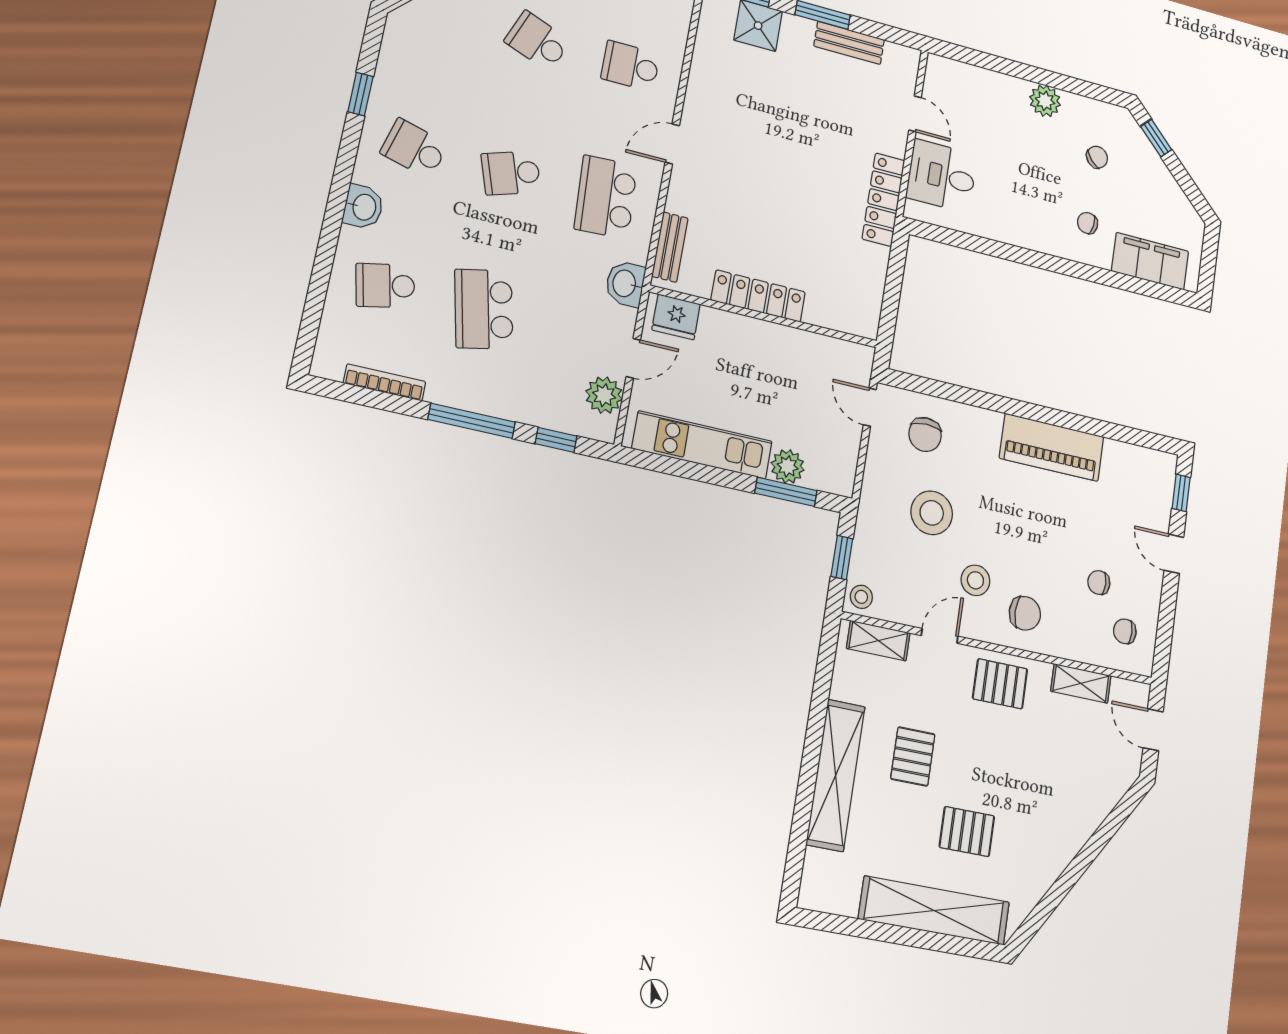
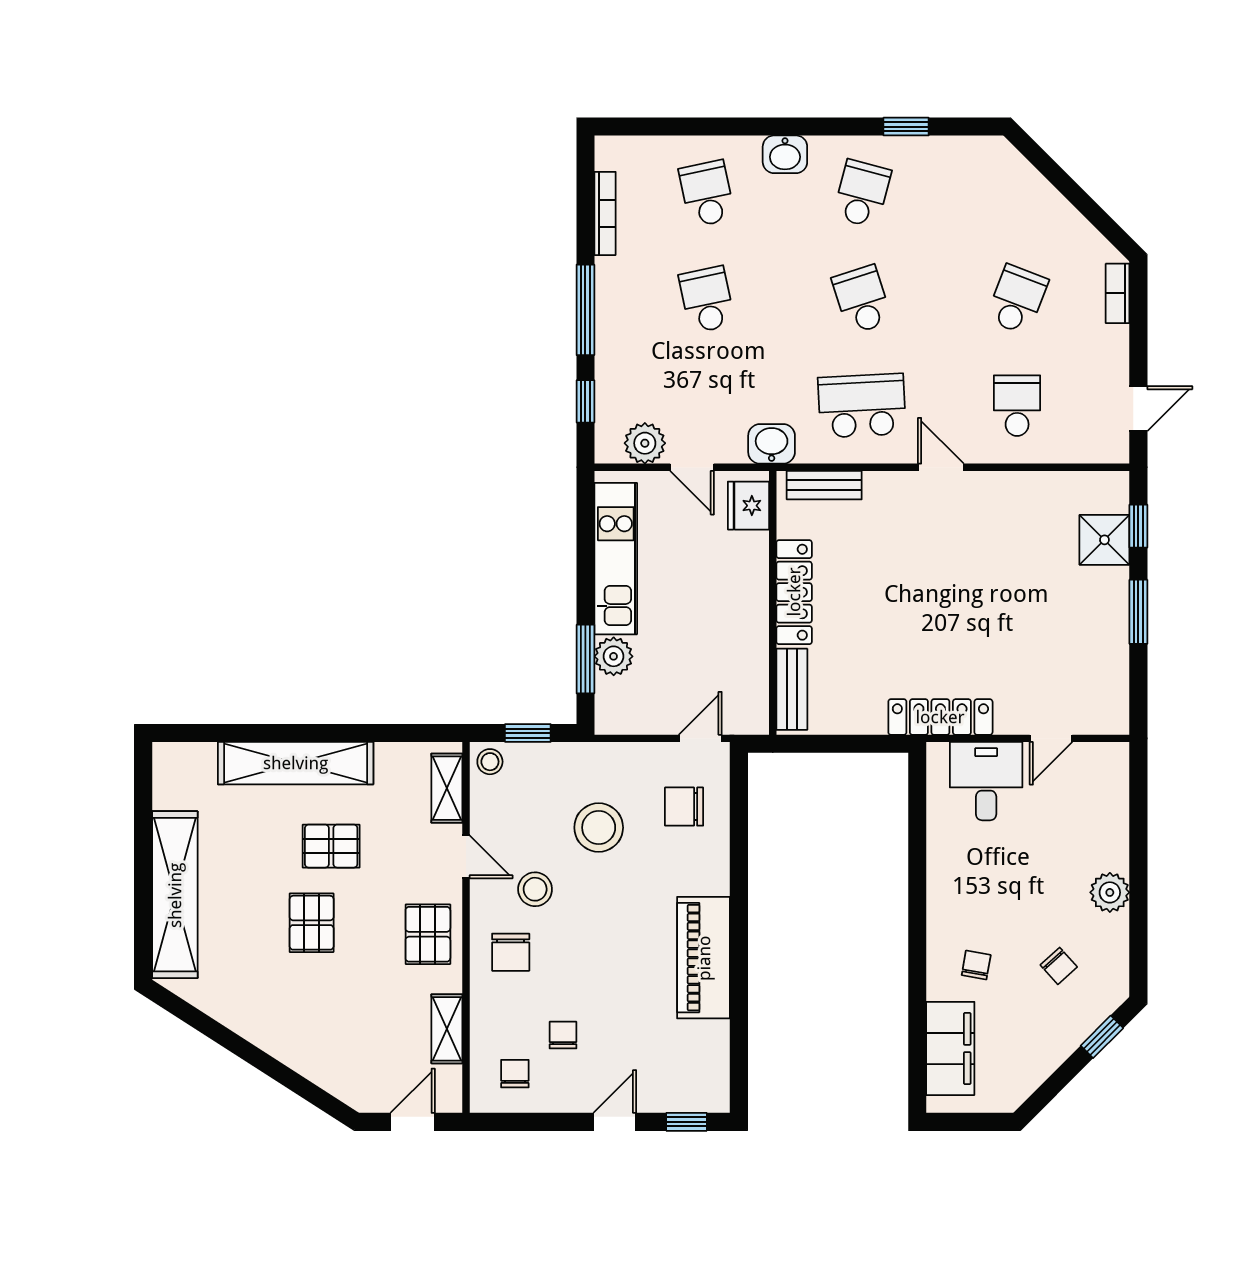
bench: (849, 43) -> (792, 689), moved
school desk: (484, 309) -> (707, 300), width x0.54
pallet: (967, 832) -> (312, 923), moved

